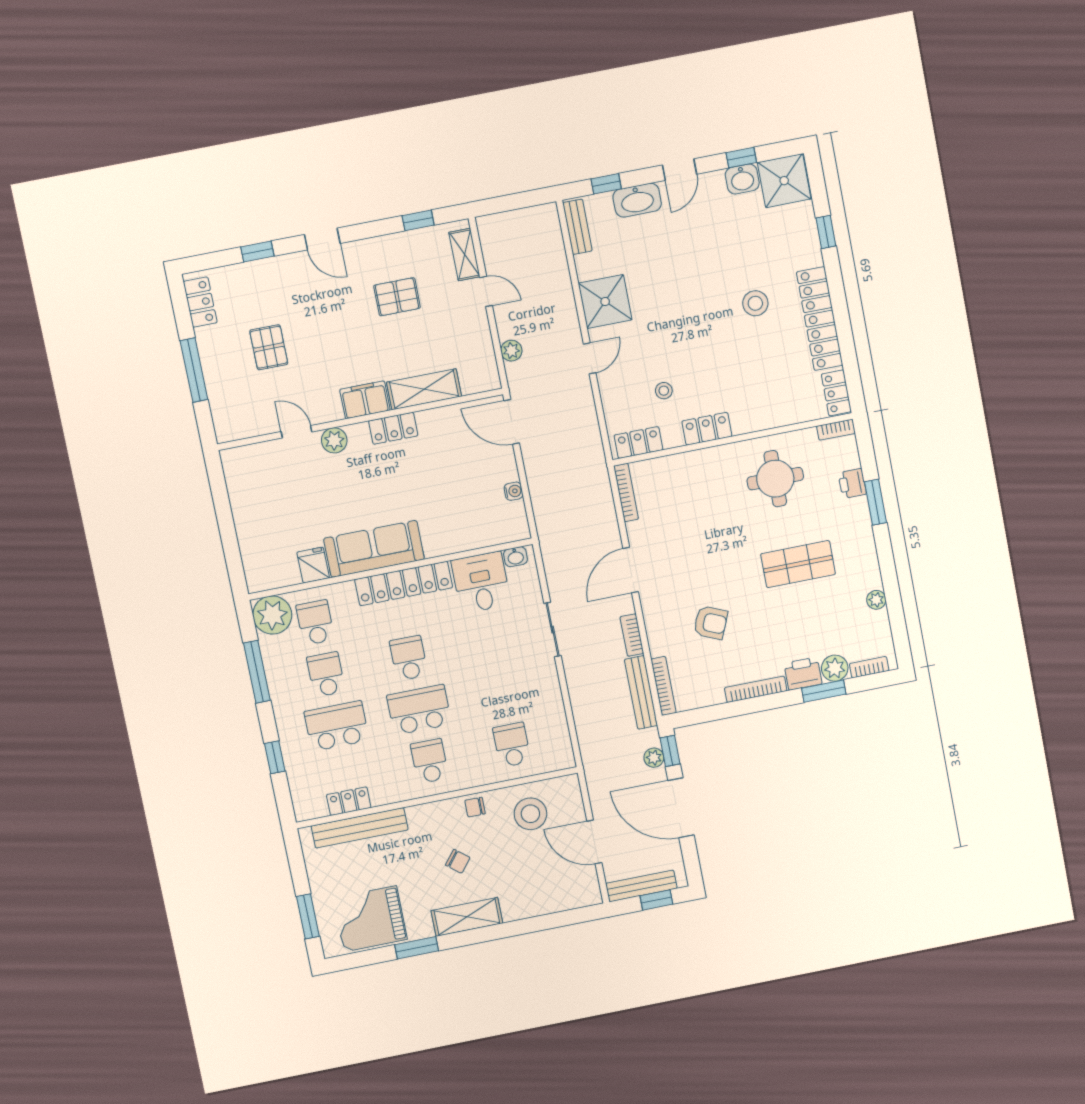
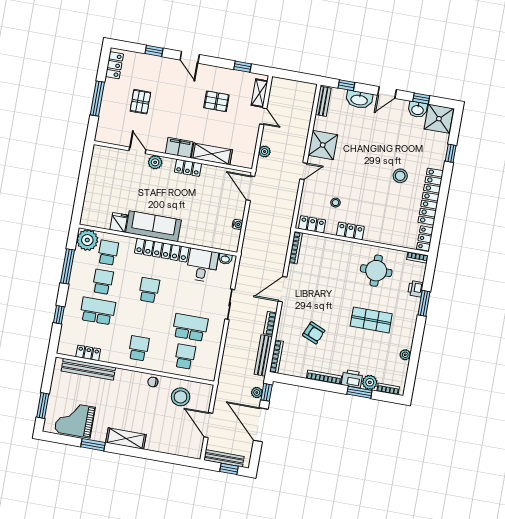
school desk: (419, 710) -> (190, 327), moved
chair: (458, 861) -> (133, 407), removed

